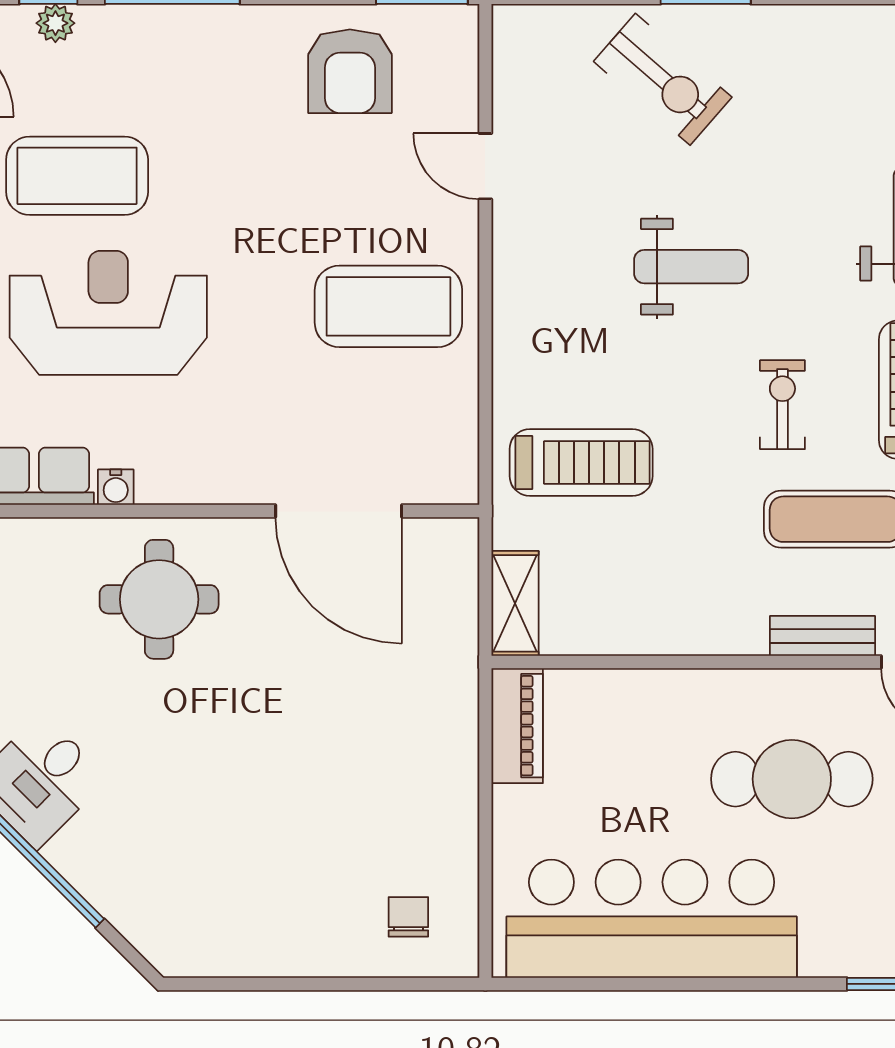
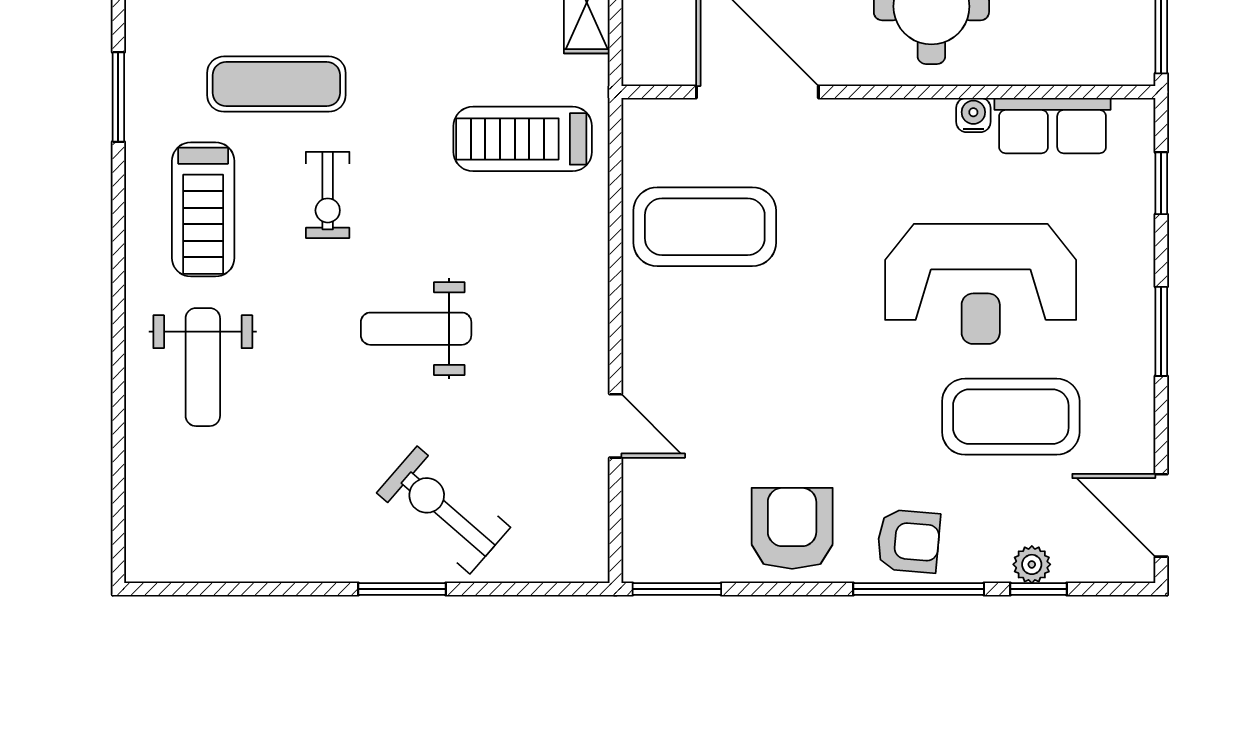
armchair: (183, 47) -> (908, 541), added
armchair: (350, 71) -> (792, 528), moved
coffee table: (388, 306) -> (705, 227), moved

